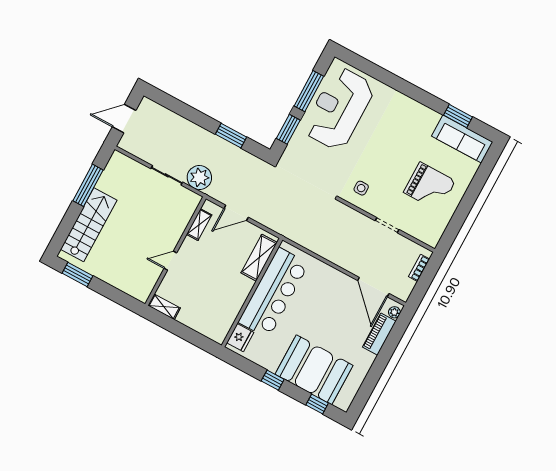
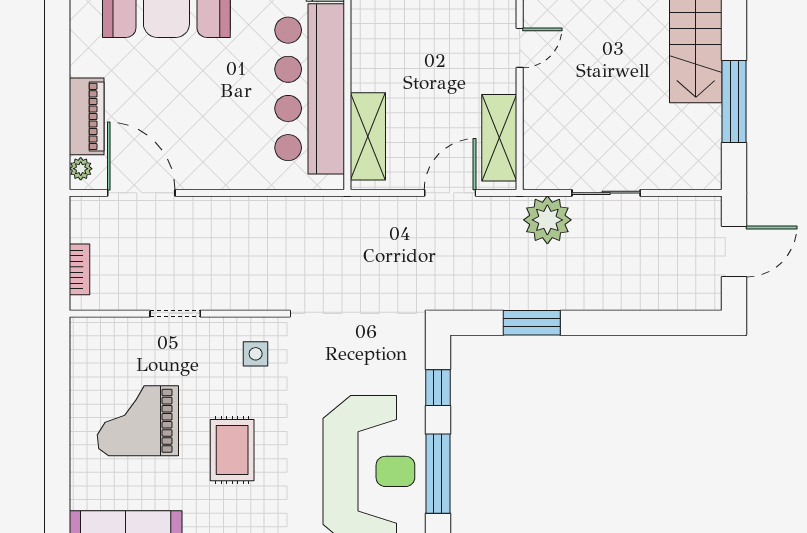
window: (288, 129) -> (438, 388), width x0.67
rug: (395, 151) -> (232, 450), added
shelving: (199, 225) -> (499, 138), width x1.50, depth x1.33

